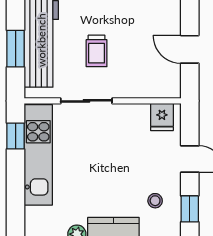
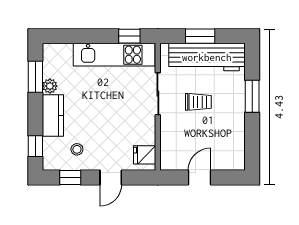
trolley: (97, 51) -> (198, 102), turned 180

